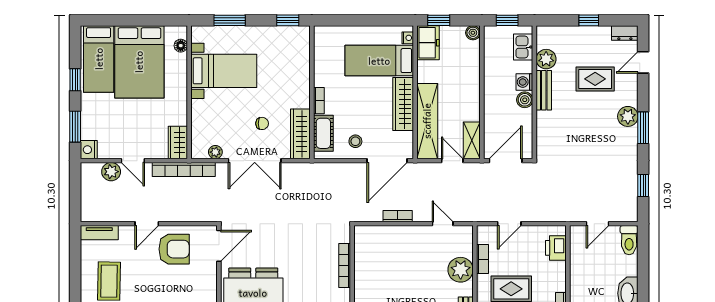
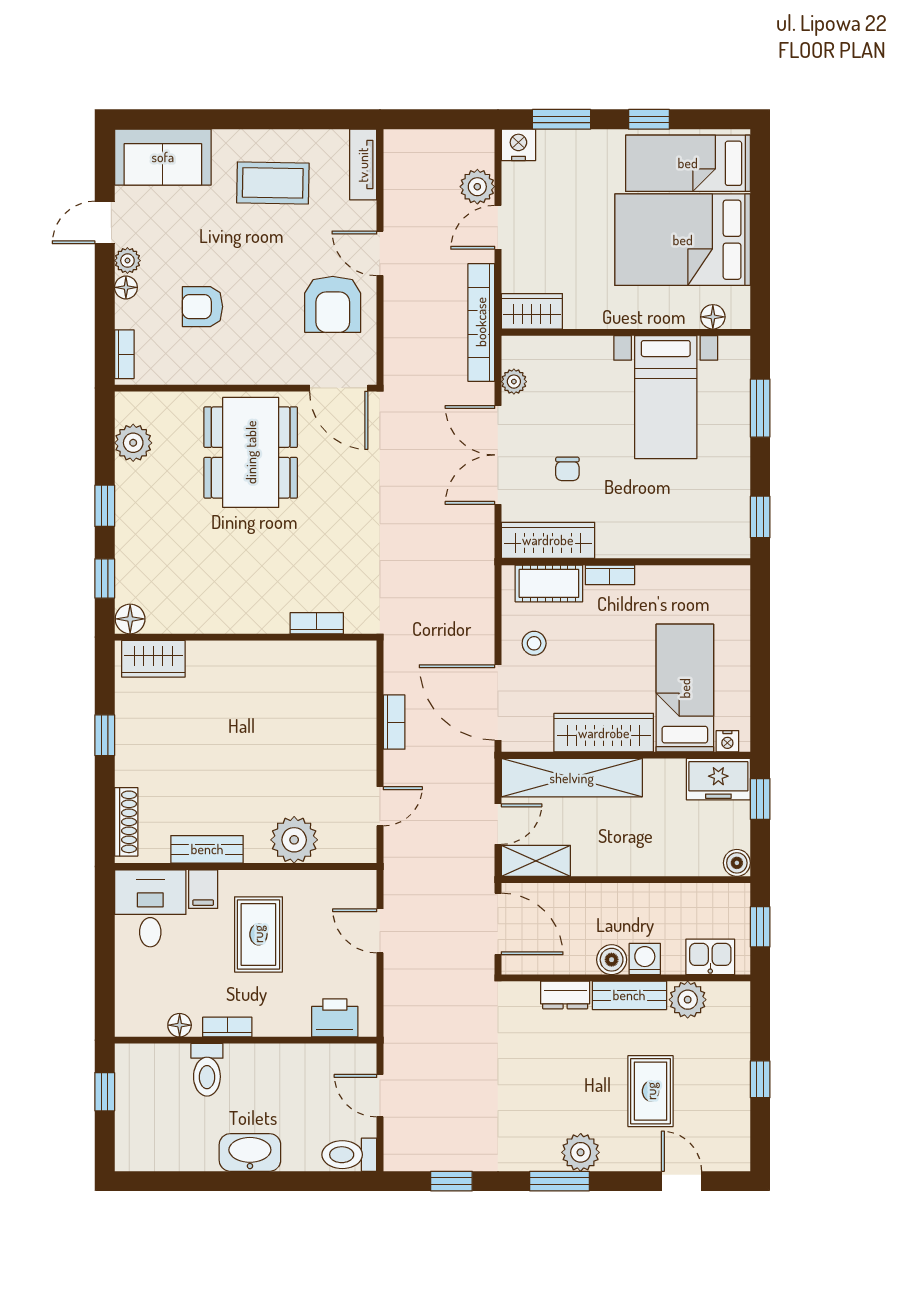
dresser: (625, 33) -> (565, 995), moved, turned -90
bookcase: (482, 259) -> (314, 881), removed
bookcase: (345, 266) -> (317, 623), width x0.64

